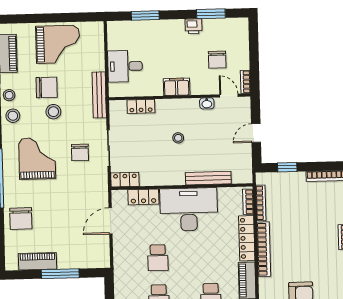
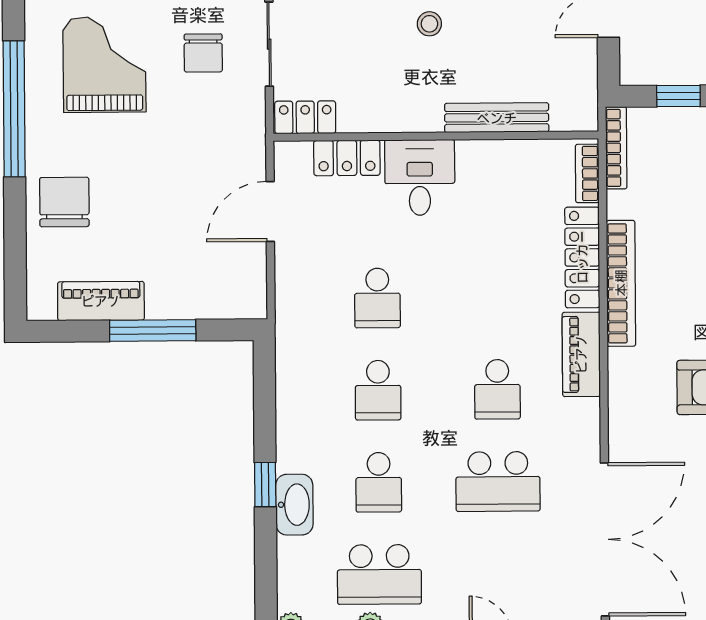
bookcase: (261, 203) -> (616, 148), moved
desk: (189, 209) -> (420, 177), width x0.53, depth x0.77
chair: (21, 218) -> (64, 202), turned 180

